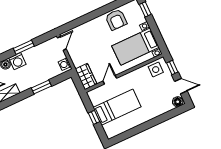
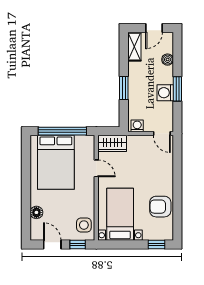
washing machine: (17, 61) -> (165, 93), moved
door: (181, 86) -> (52, 244), swing flipped
floor lamp: (178, 102) -> (36, 212), moved
bed: (117, 107) -> (56, 162), width x1.50
window: (94, 117) -> (62, 131), width x3.17

